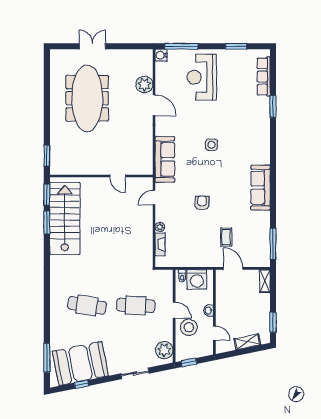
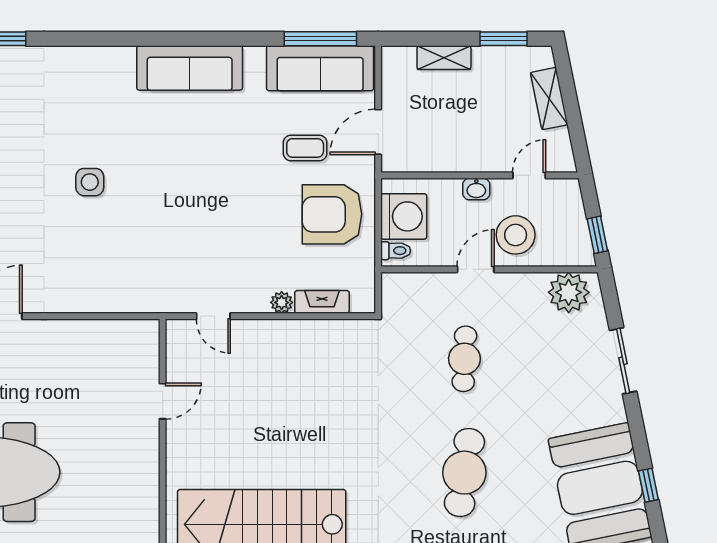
sofa: (165, 159) -> (320, 68), moved, turned 180
armchair: (202, 203) -> (332, 214), moved, width x1.88, depth x1.88
shelving: (265, 281) -> (444, 58), moved
cafe table: (136, 305) -> (464, 359), width x0.73, depth x0.74

